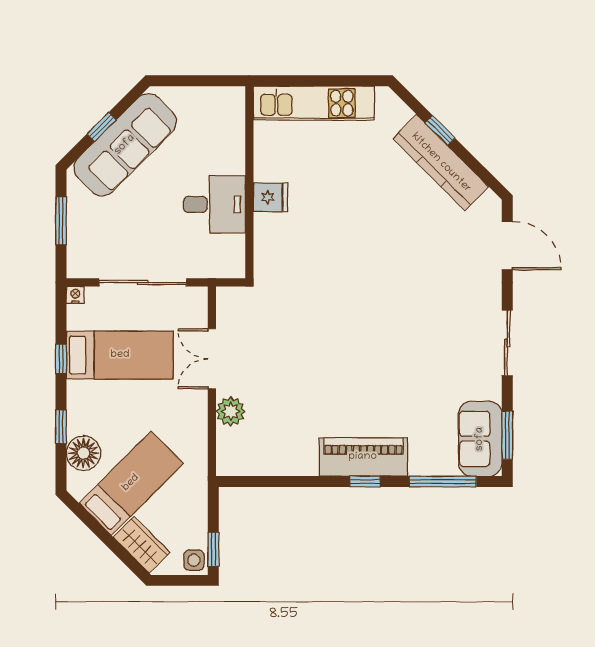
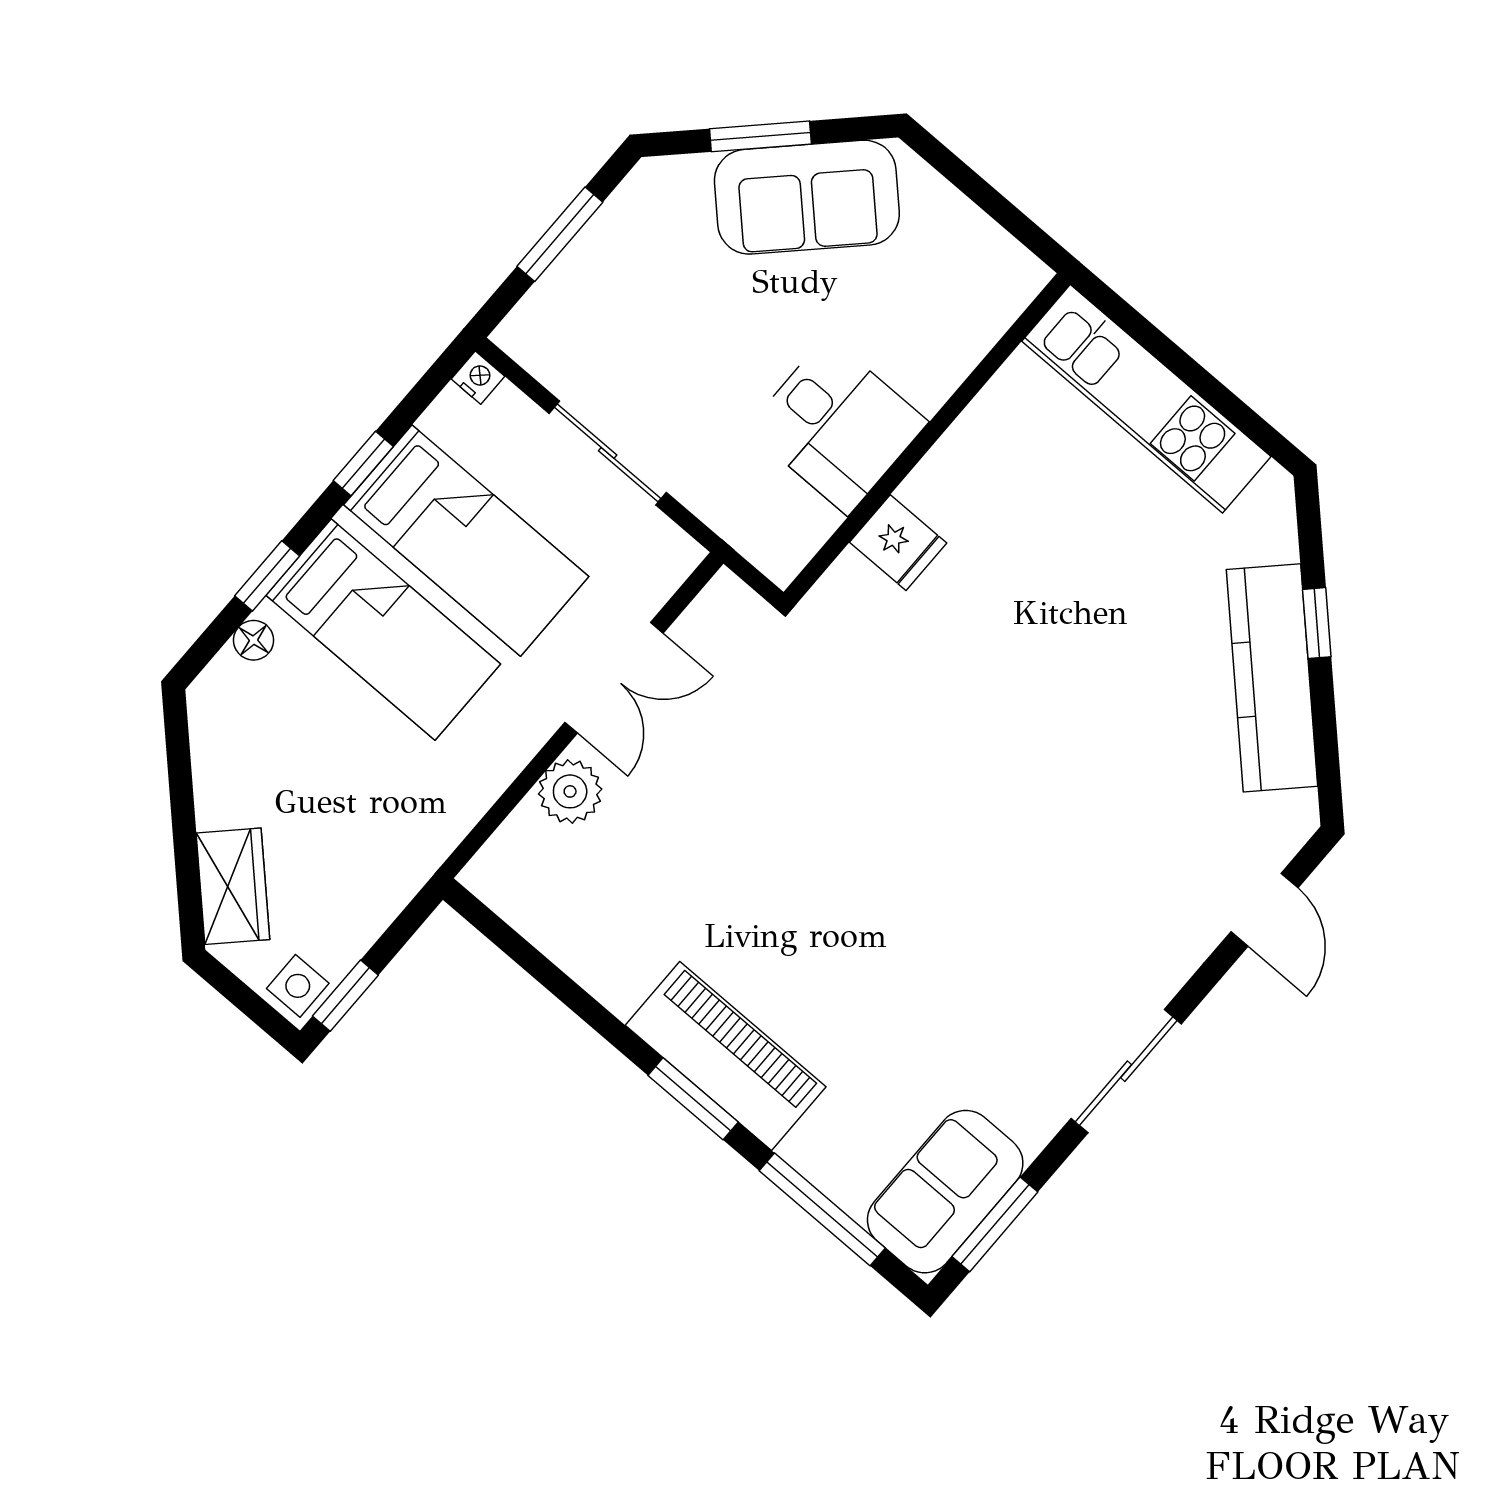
window: (102, 127) -> (760, 136), width x1.50
sofa: (125, 145) -> (807, 197), width x0.73
fridge: (270, 197) -> (898, 543), moved
door: (507, 246) -> (1264, 910), width x0.73
sliding door: (143, 282) -> (608, 453), width x0.73
double door: (212, 359) -> (614, 678), swing flipped
floor lamp: (84, 453) -> (254, 640), width x0.53, depth x0.53
window: (365, 482) -> (693, 1099), width x1.50
bed: (131, 483) -> (383, 630), moved, turned 45

